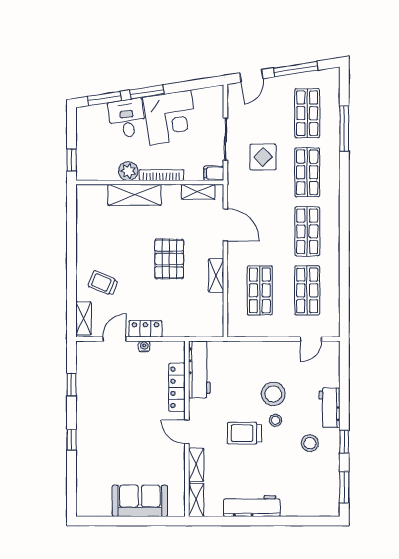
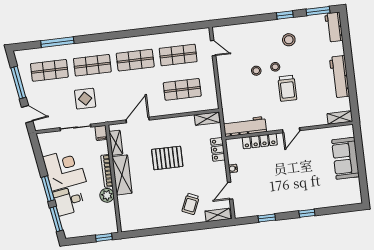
shelving: (135, 195) -> (122, 175), moved
shelving: (216, 275) -> (207, 119), moved
locker: (145, 329) -> (218, 149), moved
door: (115, 339) -> (230, 191), hinge flipped
stool: (273, 394) -> (256, 71), width x0.53, depth x0.53
workbench: (330, 408) -> (334, 27), moved, turned 90
shelving: (196, 465) -> (314, 121), removed

